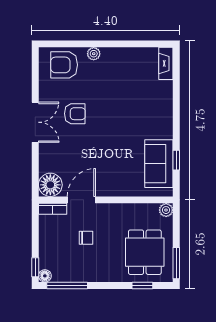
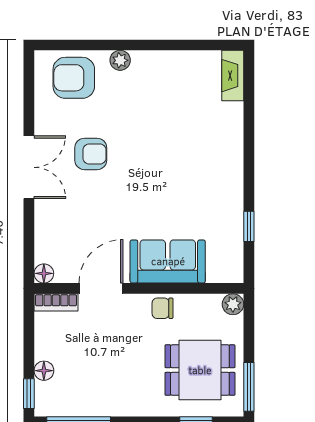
sofa: (159, 164) -> (168, 261), moved, turned 90
floor lamp: (50, 185) -> (44, 273), width x0.53, depth x0.53
chair: (86, 238) -> (163, 308), moved, turned 180
dining table: (145, 252) -> (200, 370), turned 90
floor lamp: (45, 276) -> (44, 371), moved

